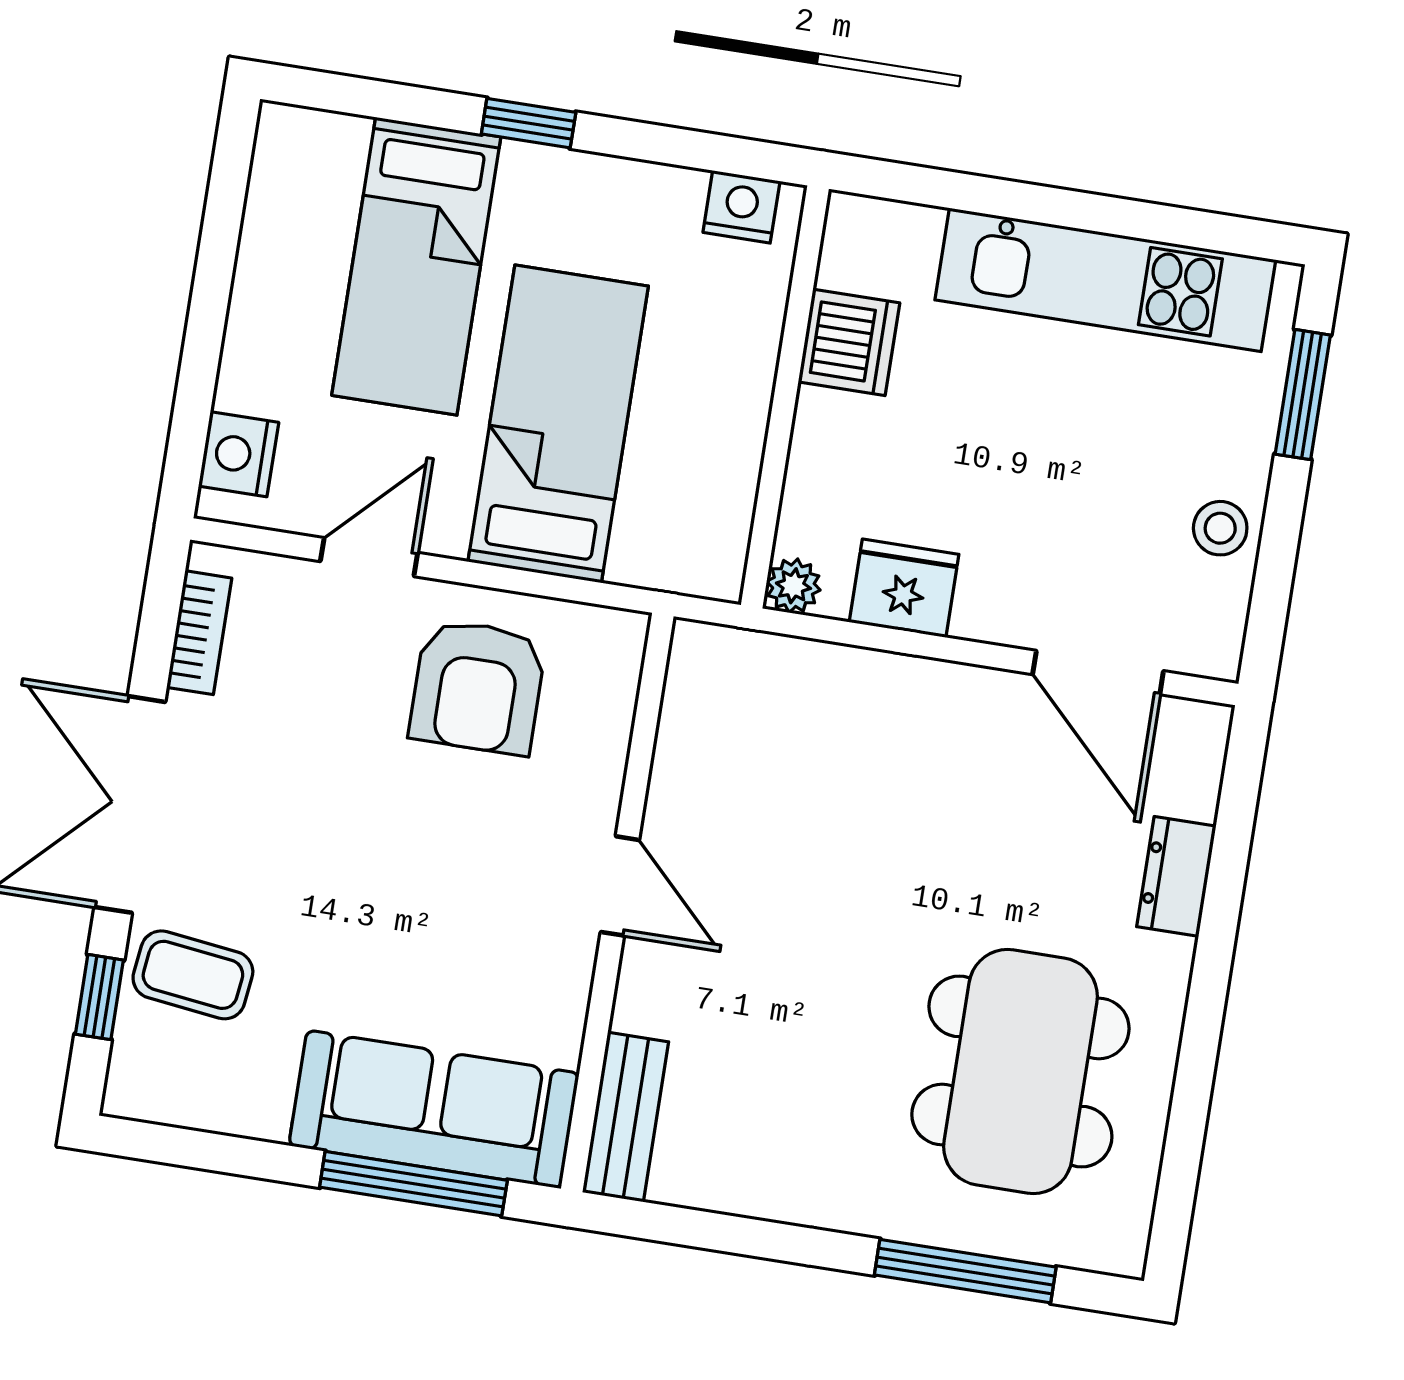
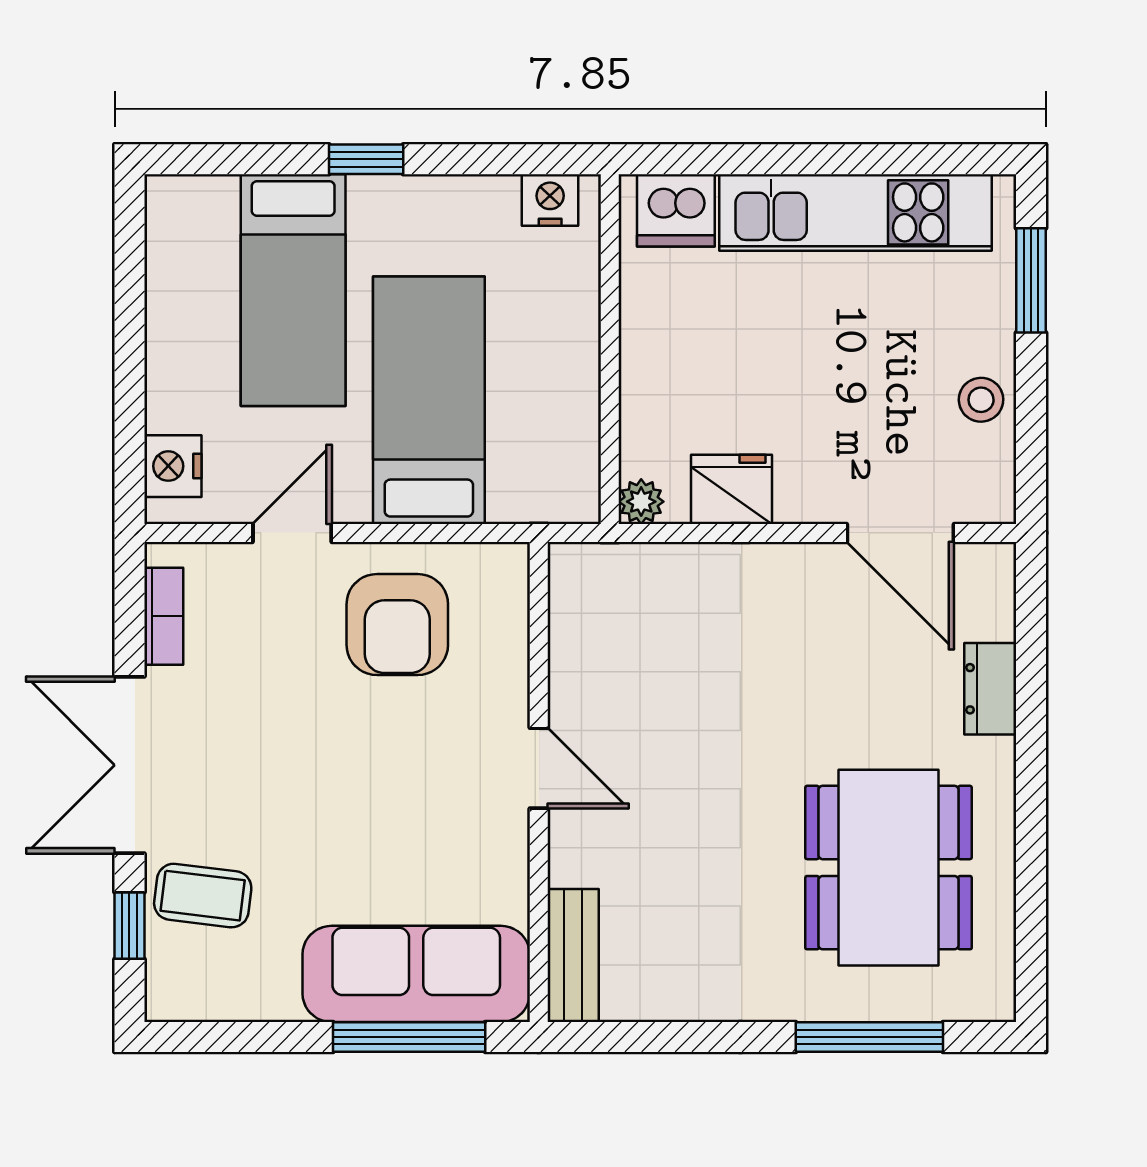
dishwasher: (849, 342) -> (676, 210), moved, turned 90

